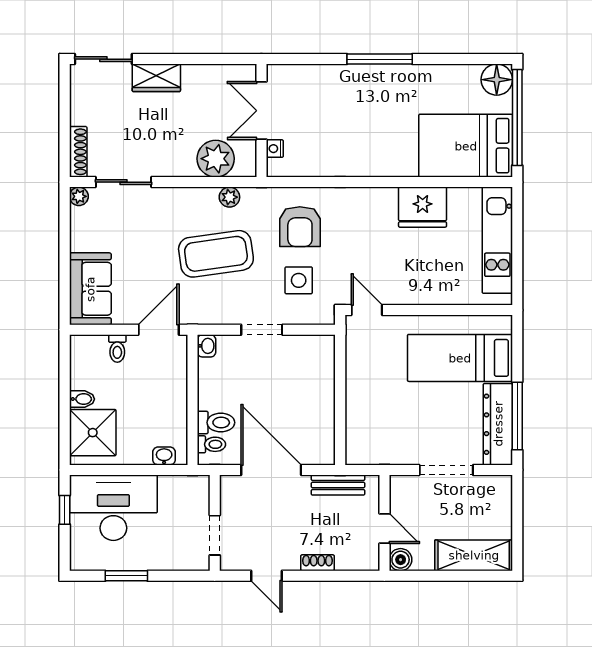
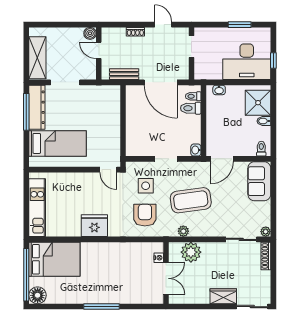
fridge: (423, 207) -> (94, 226), moved
toilet: (117, 348) -> (261, 149), moved
shelving: (474, 555) -> (37, 58), moved, turned 90

